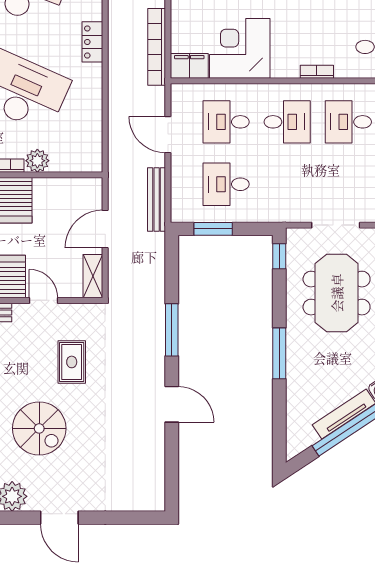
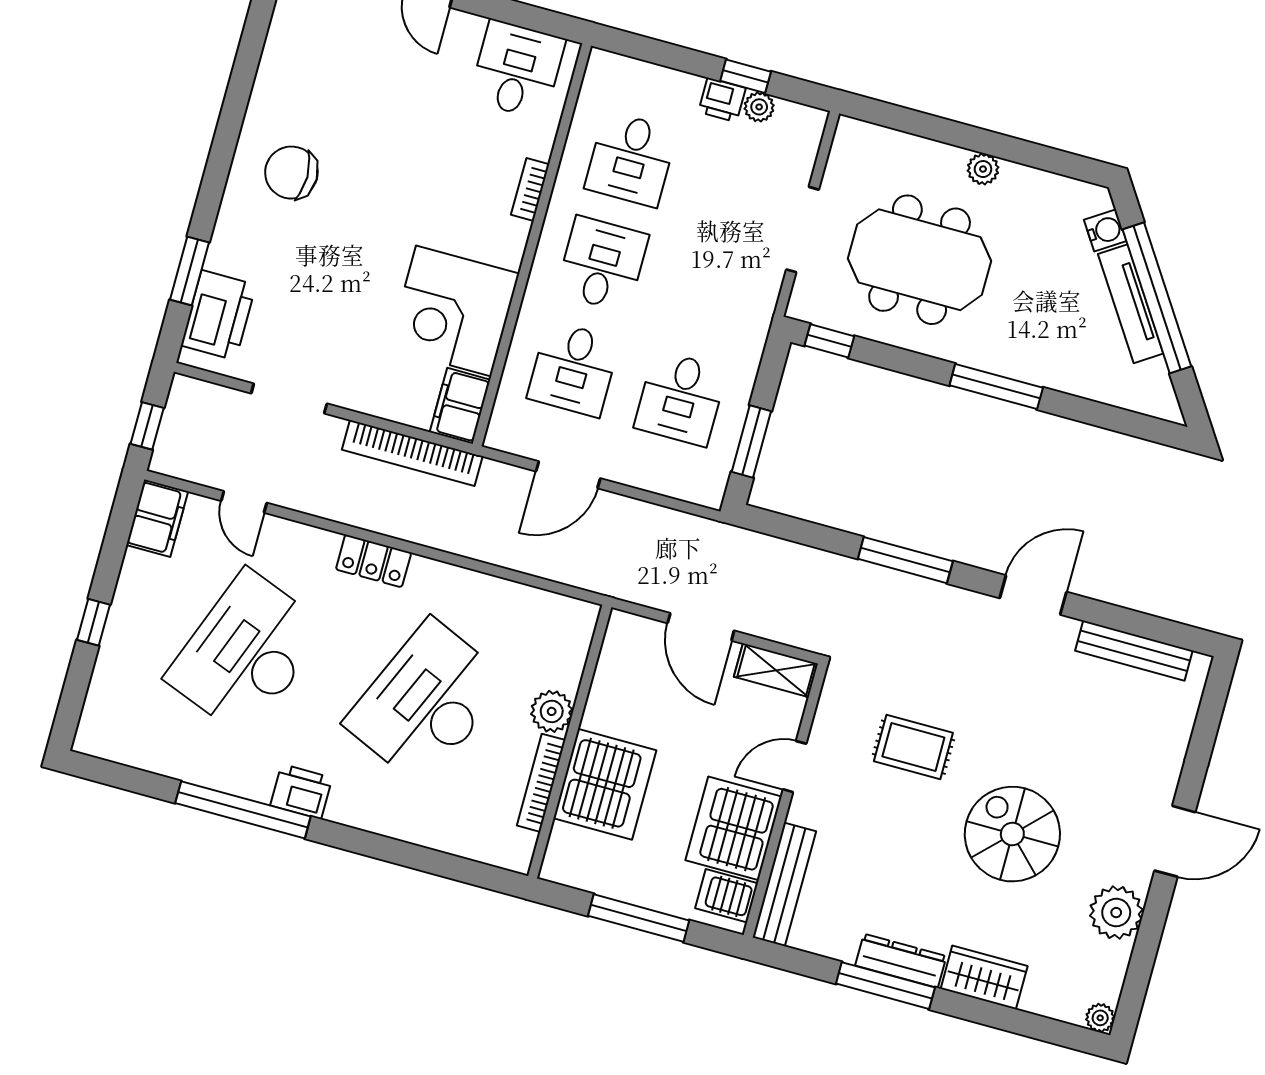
bench: (157, 199) -> (1134, 651), moved
spiral stairs: (39, 428) -> (1012, 834), turned -90

